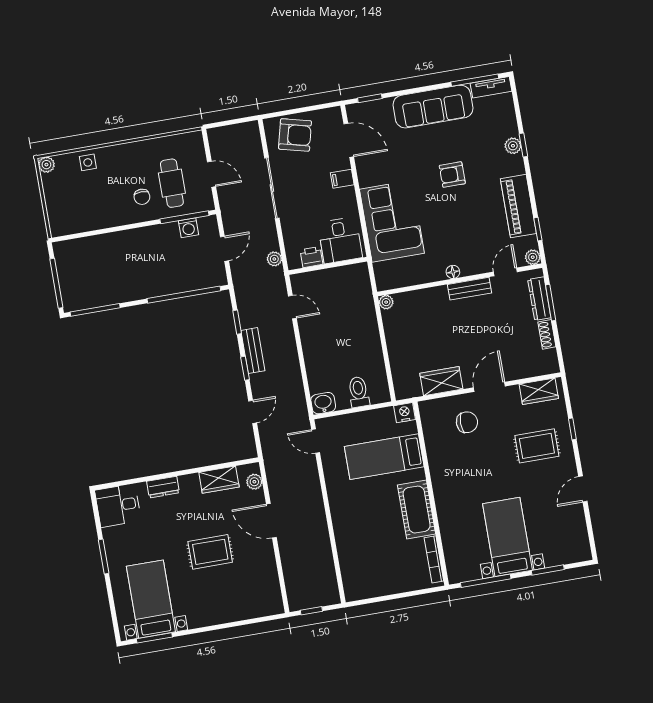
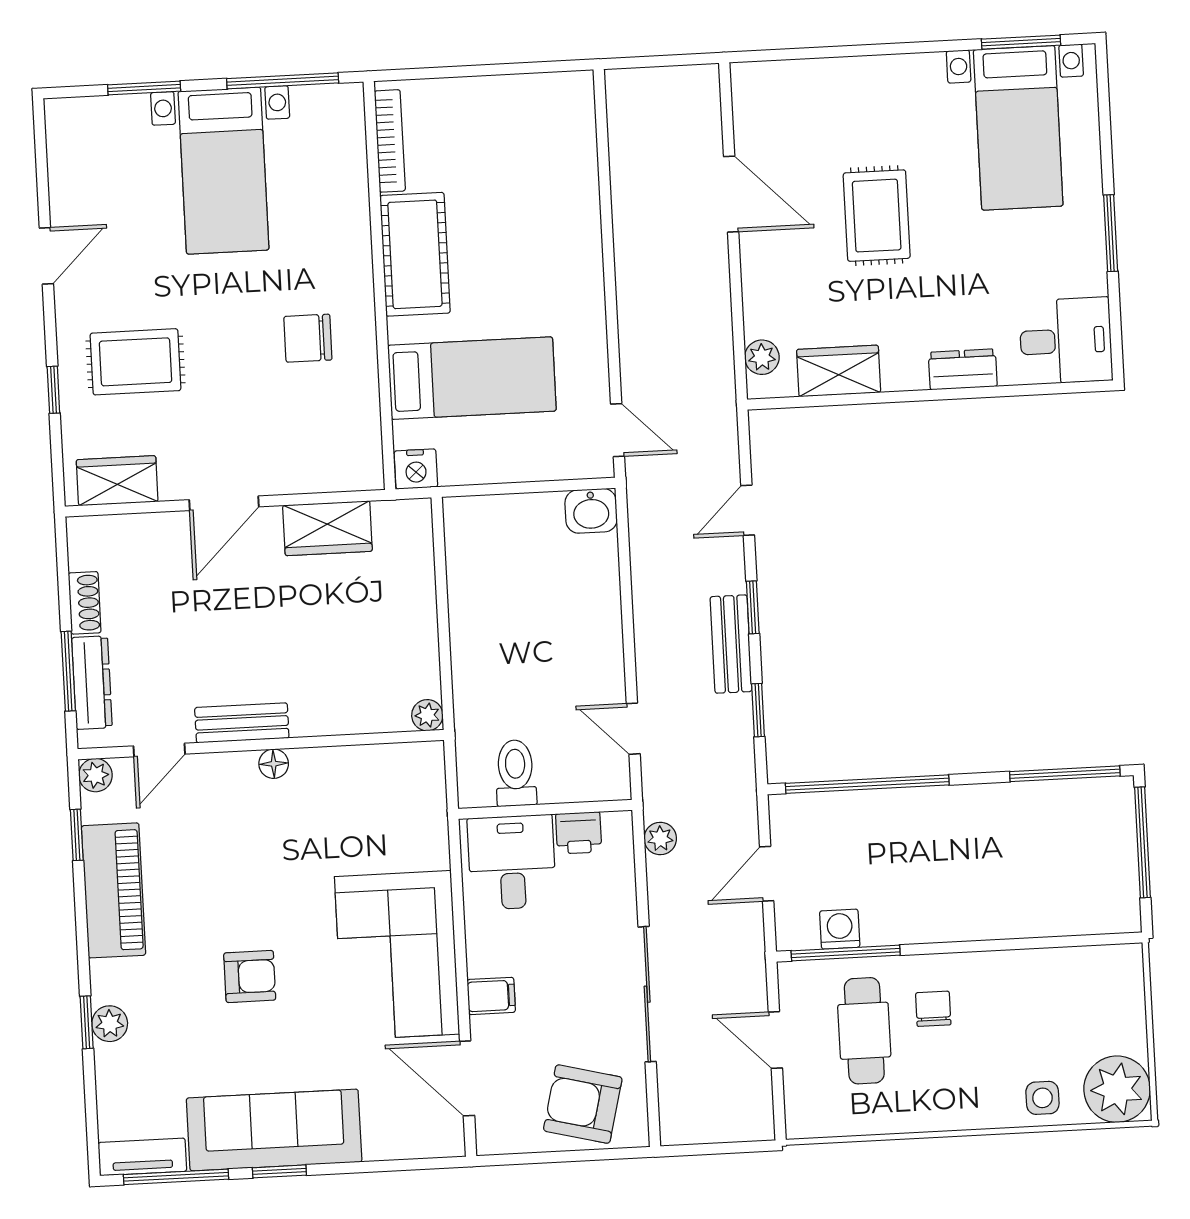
window: (370, 98) -> (279, 1171), moved
plant: (46, 165) -> (1117, 1089), width x1.87, depth x1.87
corner sofa: (392, 221) -> (397, 955), moved
toilet: (359, 392) -> (516, 773), moved, turned 180
chair: (467, 422) -> (308, 338), moved
door: (271, 521) -> (731, 194), moved
rug: (210, 552) -> (877, 216), turned 90
window: (311, 611) -> (671, 60), removed

